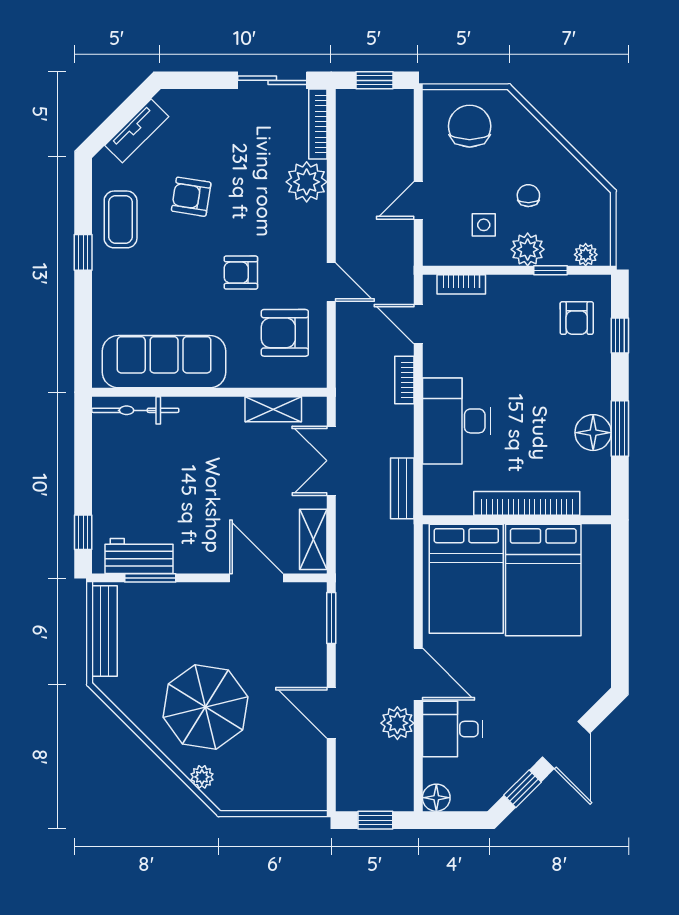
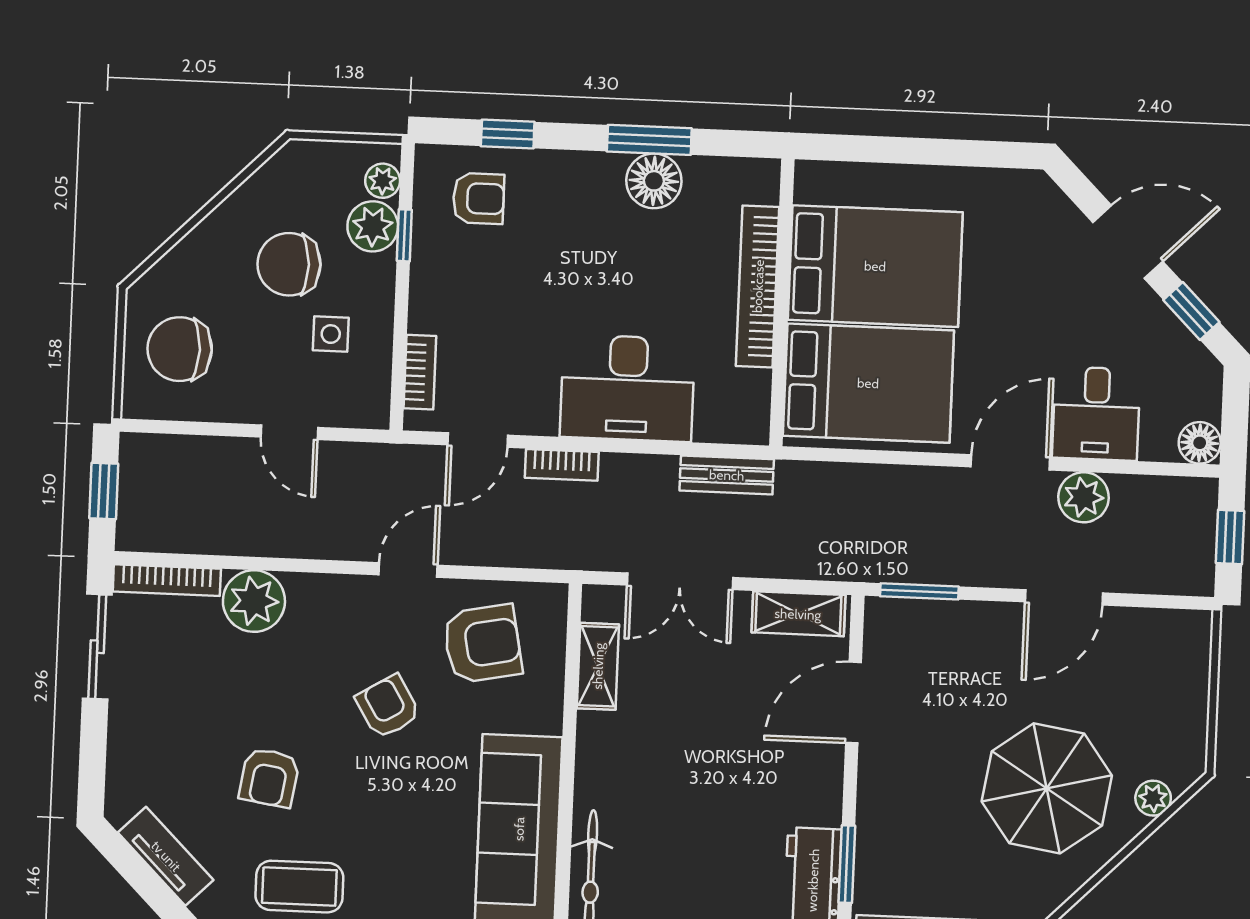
chair: (528, 196) -> (289, 264), width x1.87, depth x1.87
plant: (528, 249) -> (373, 226), moved
armchair: (241, 273) -> (388, 707), turned 149
armchair: (285, 333) -> (482, 644), turned -101

